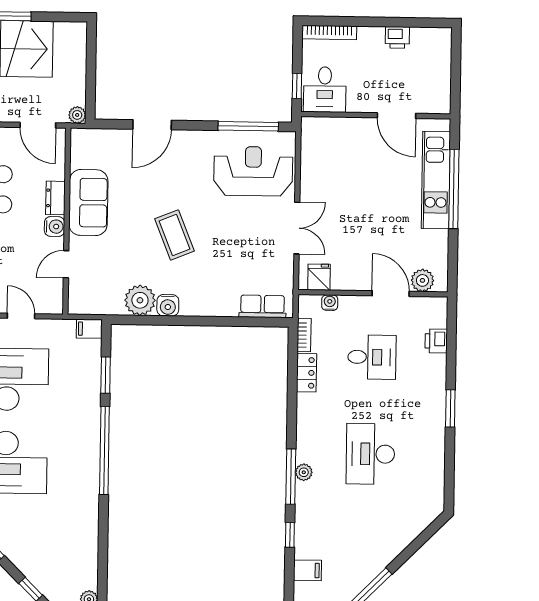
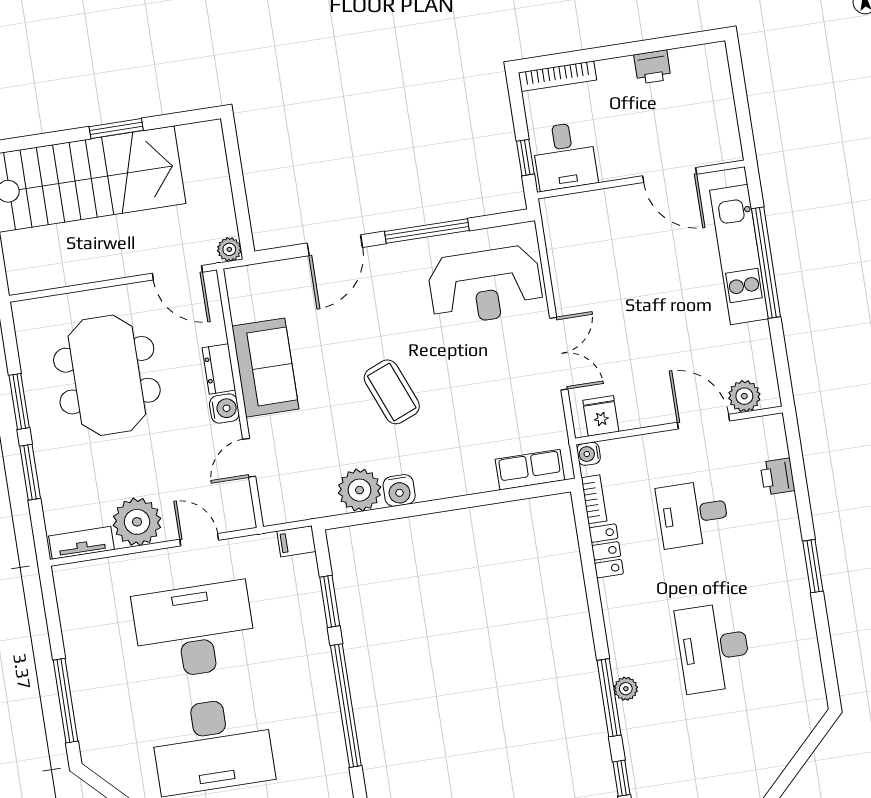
window: (248, 126) -> (427, 231), moved
reception desk: (253, 171) -> (485, 285), turned 180
water cooler: (330, 303) -> (589, 454), moved, turned -90
desk: (372, 357) -> (693, 514), turned 180

